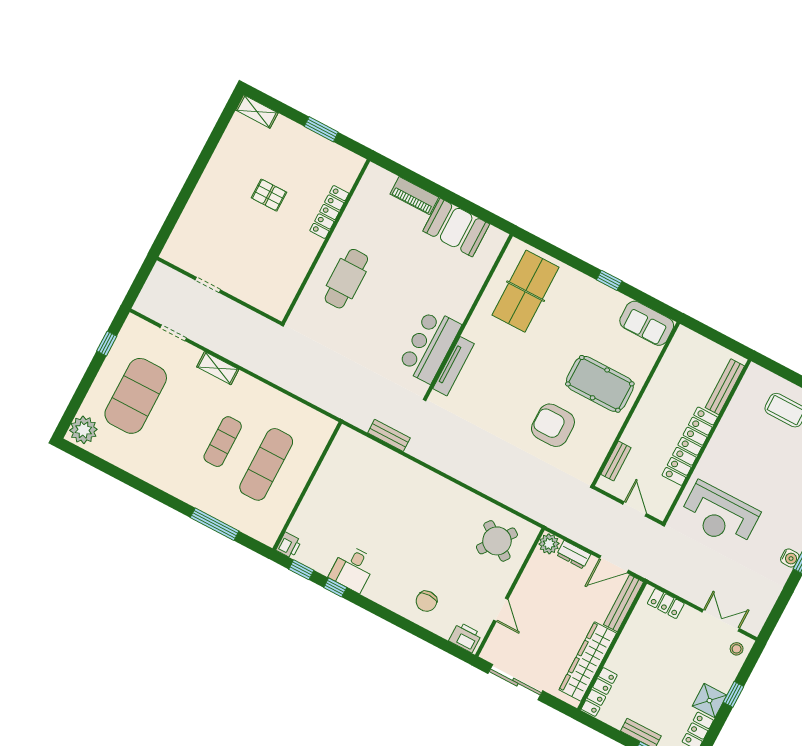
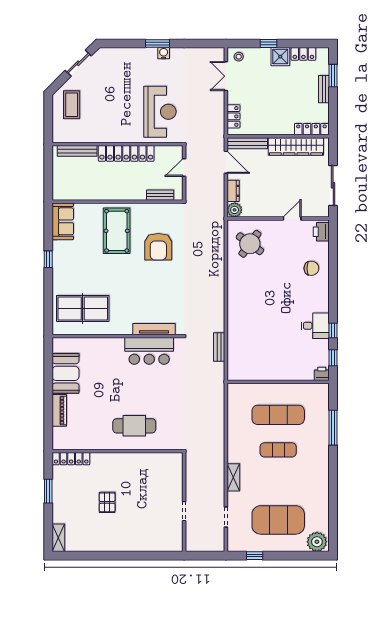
locker: (329, 212) -> (71, 459), moved

